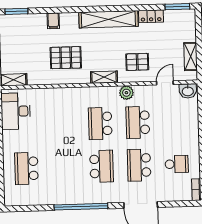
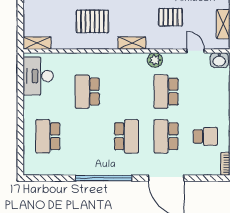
pallet: (137, 62) -> (171, 17), moved
door: (165, 83) -> (196, 51), hinge flipped
school desk: (100, 124) -> (87, 92), moved

